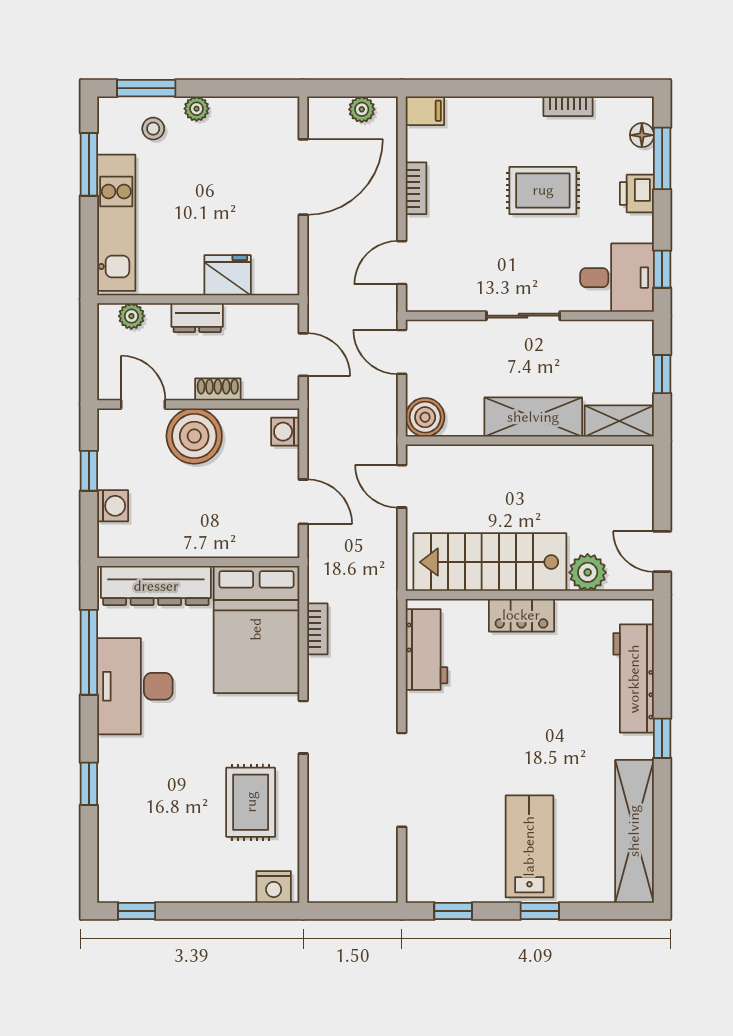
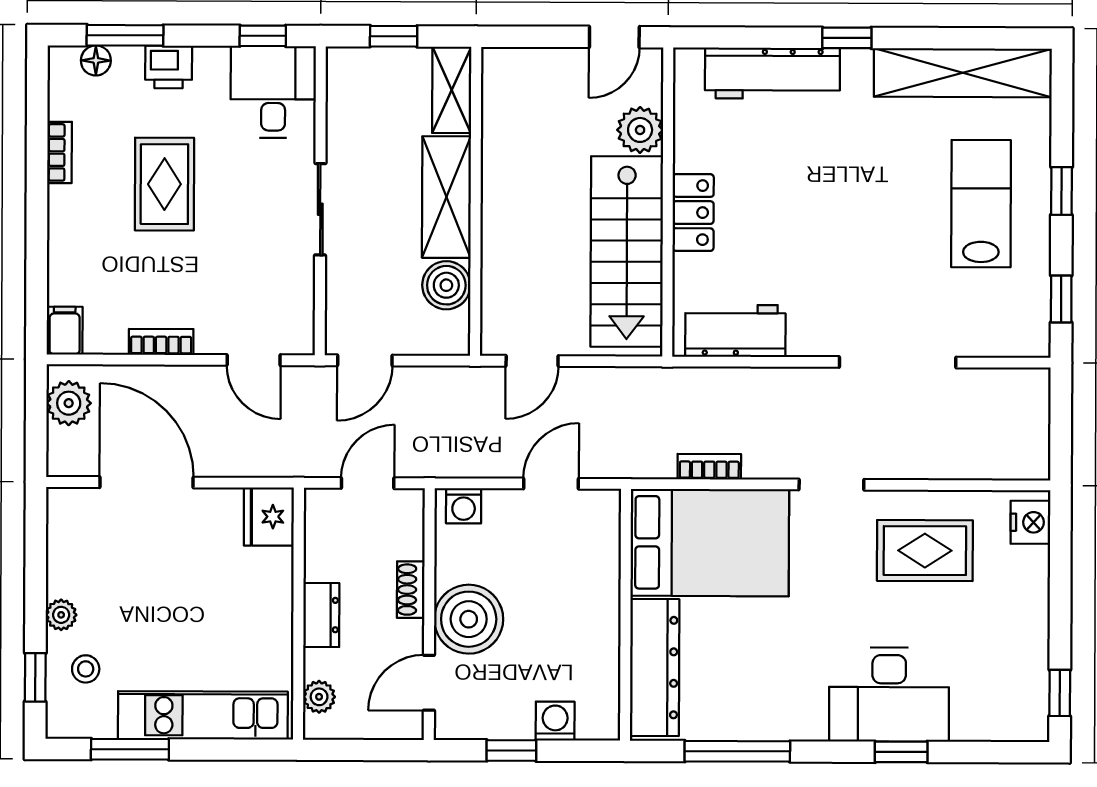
window: (146, 88) -> (35, 677), width x0.67
plant: (362, 109) -> (69, 403), width x1.38, depth x1.38
fridge: (228, 275) -> (269, 517), moved
boiler: (425, 417) -> (446, 285), moved
desk: (135, 686) -> (889, 695), moved
lab bench: (529, 846) -> (981, 204), turned 90

